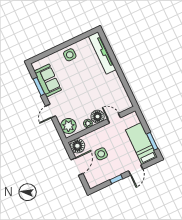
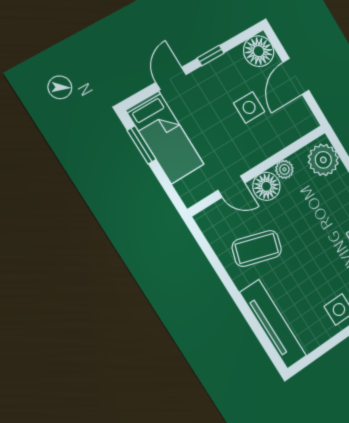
coffee table: (106, 89) -> (257, 248), added
floor lamp: (77, 146) -> (259, 51), moved

